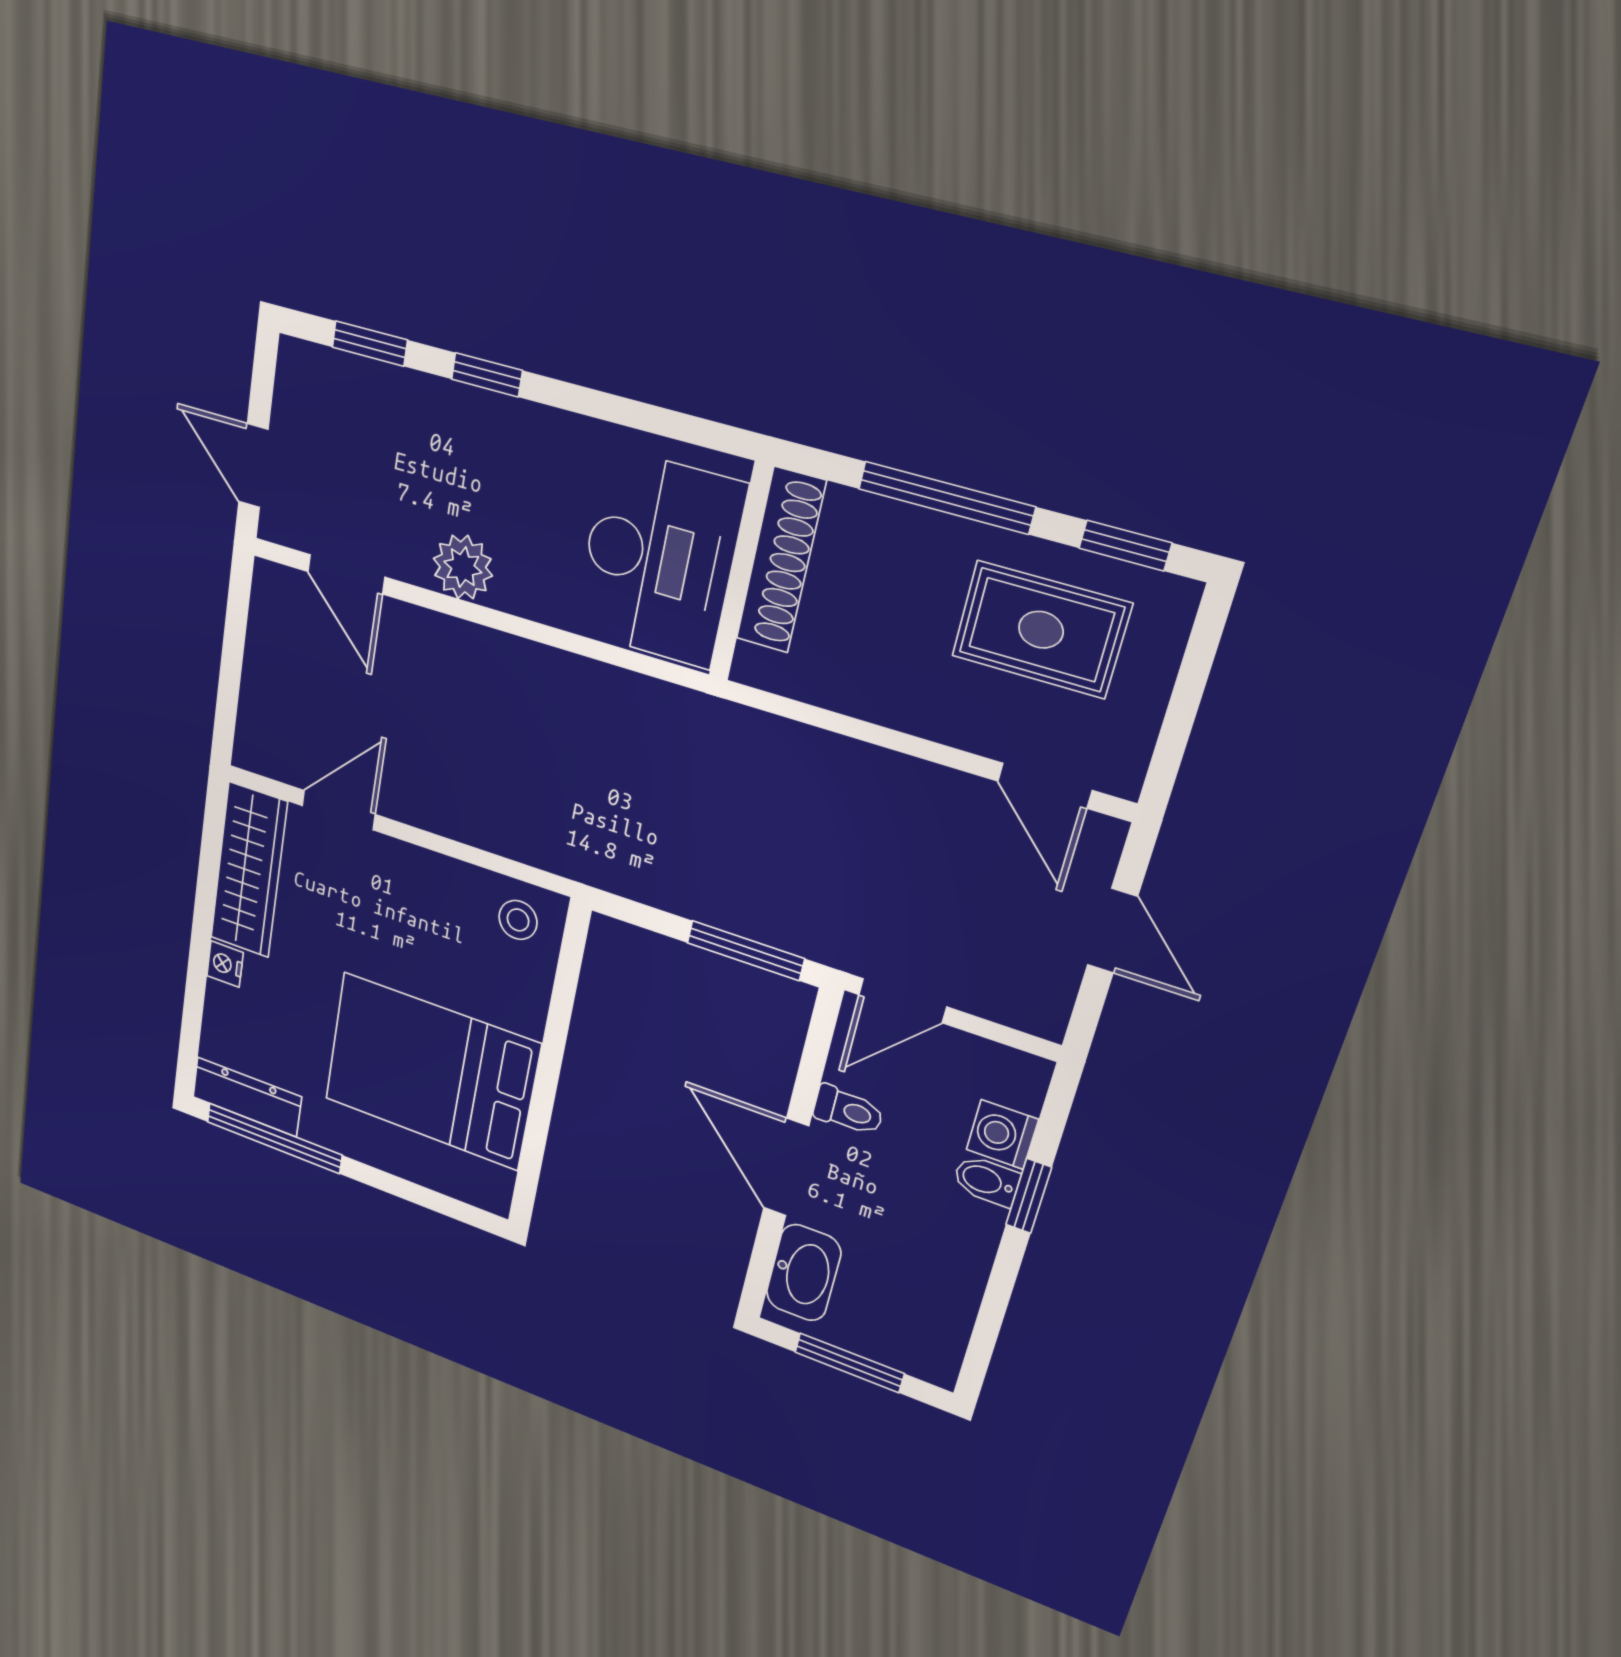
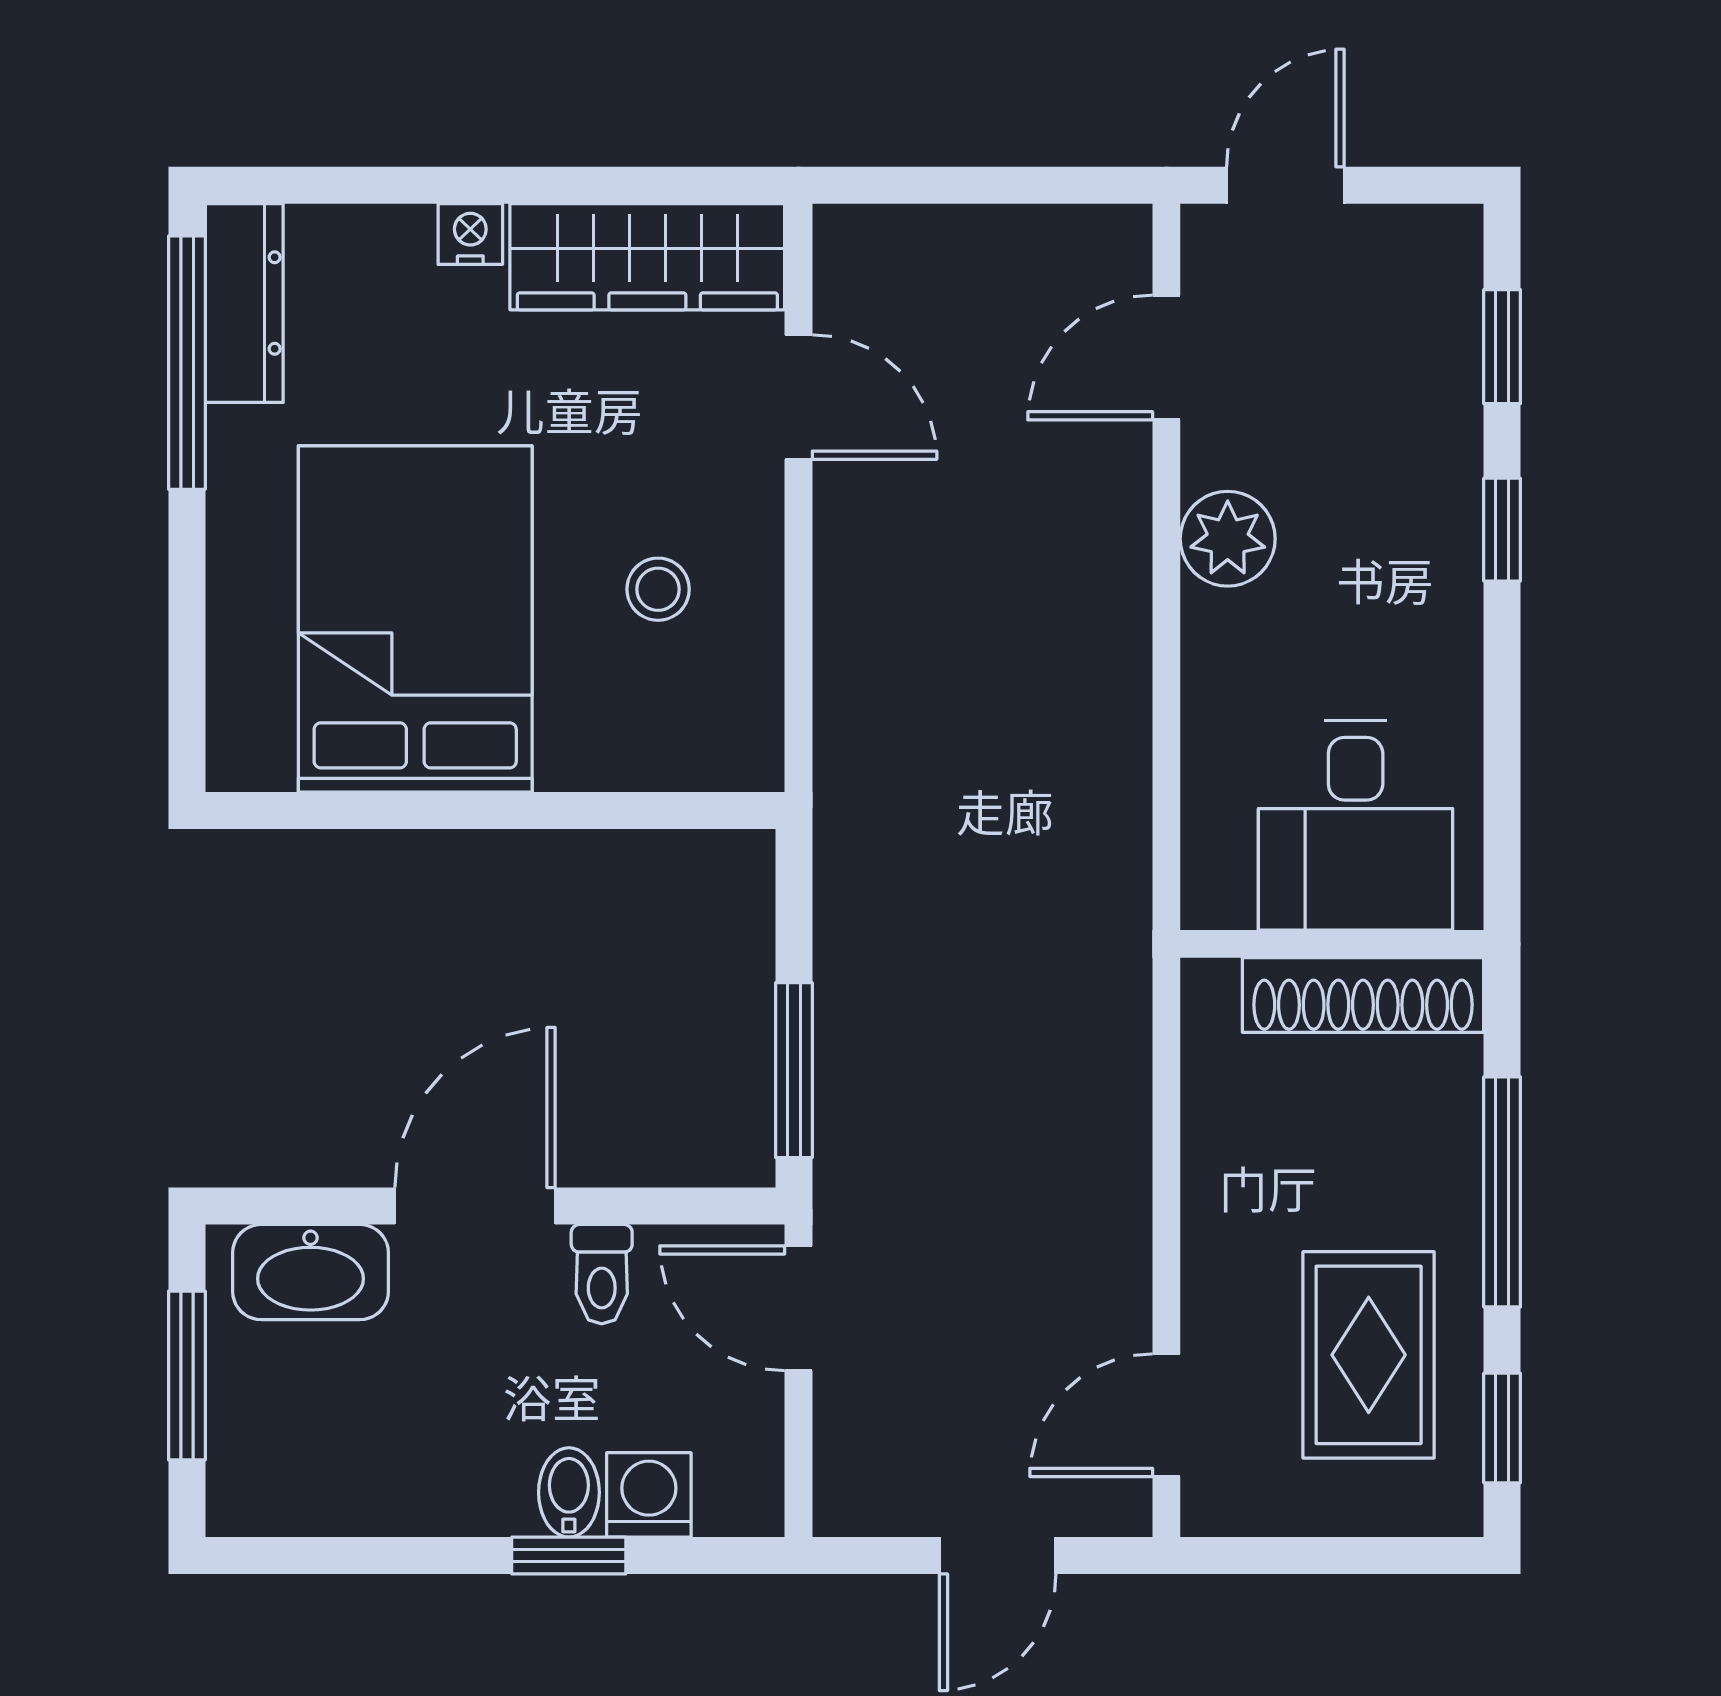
desk: (659, 558) -> (1356, 825), width x0.73
stool: (518, 920) -> (658, 589), moved

